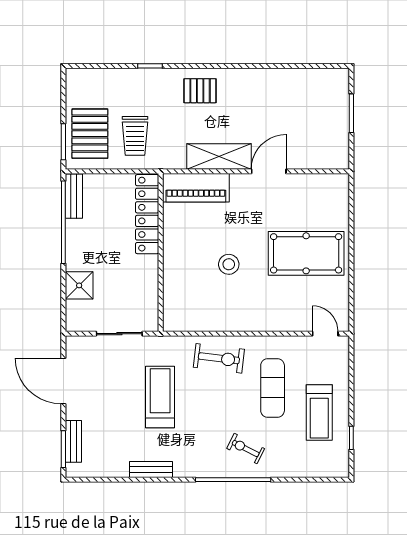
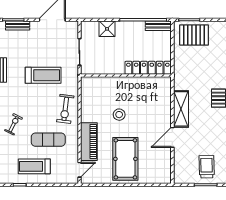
trolley: (135, 136) -> (207, 167), moved, turned 89
door: (269, 171) -> (172, 137), swing flipped
piano: (196, 188) -> (89, 142), moved, turned 180

